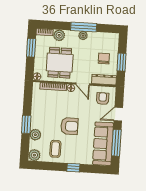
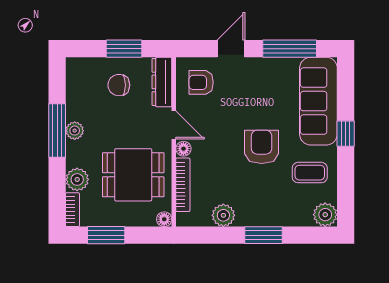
door: (83, 84) -> (174, 125), hinge flipped
door: (118, 114) -> (231, 49), swing flipped
plant: (35, 135) -> (223, 215), moved
sofa: (103, 144) -> (318, 101), moved, turned 90

